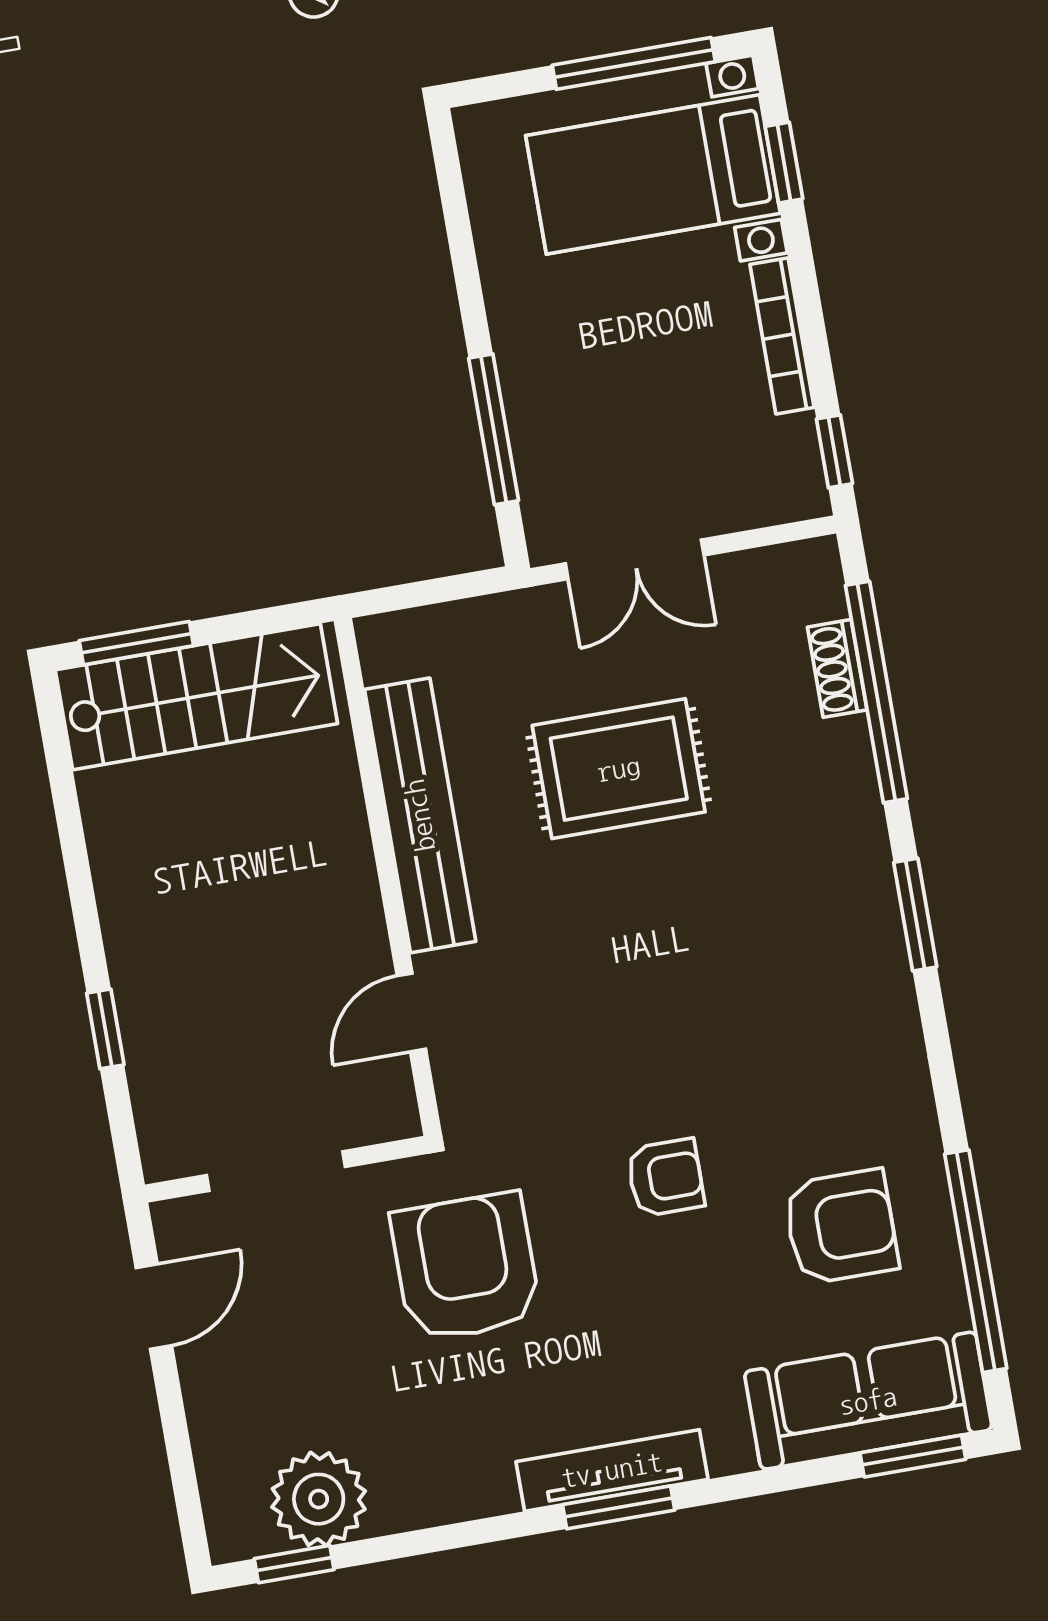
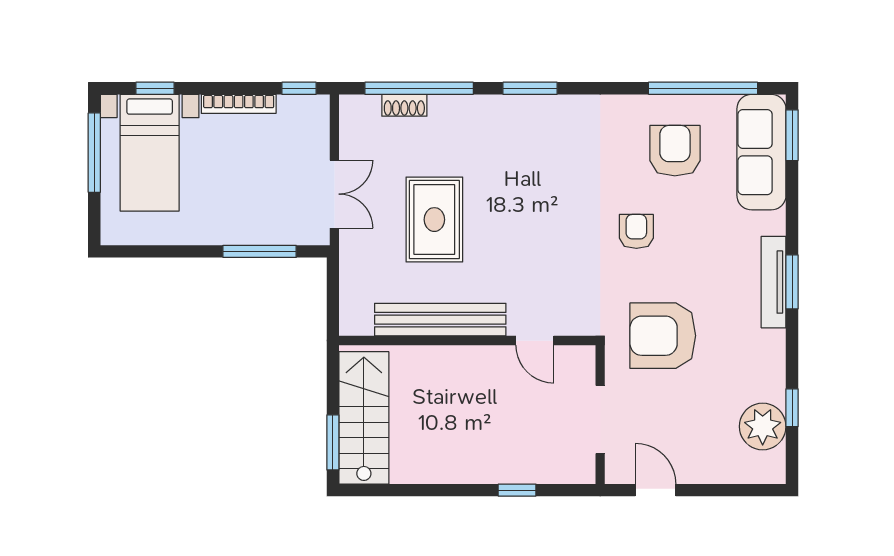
window: (294, 1564) -> (792, 408), moved

